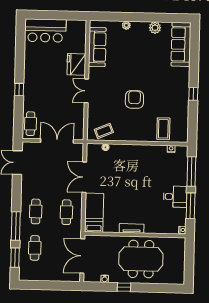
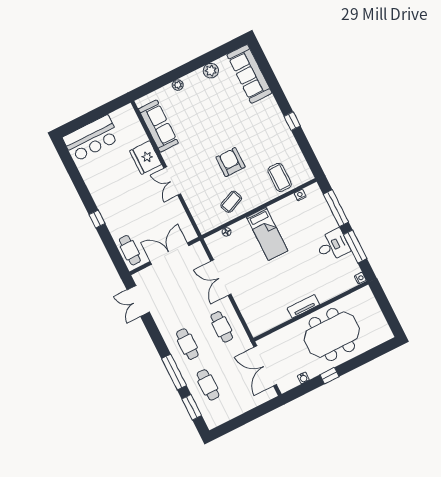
coffee table: (104, 131) -> (231, 202), moved
bed: (94, 213) -> (267, 234), moved, turned 180

